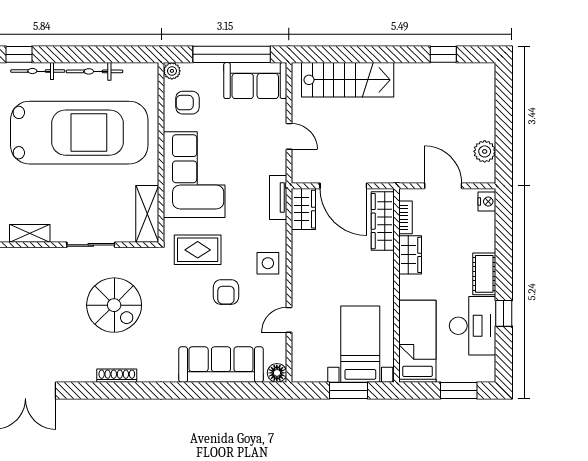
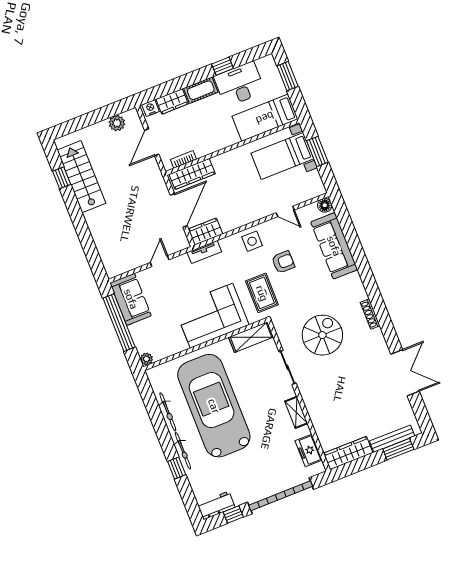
stairs: (348, 80) -> (81, 177), moved
armchair: (187, 103) -> (164, 340), removed
wardrobe: (410, 255) -> (172, 101), moved, turned 180

